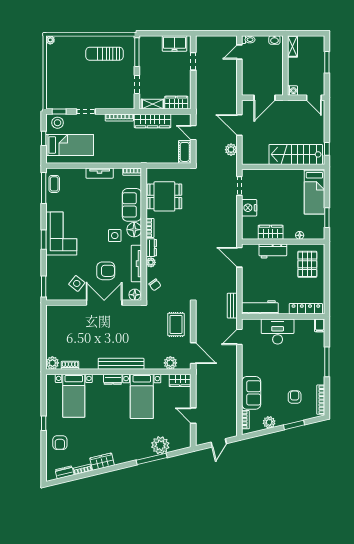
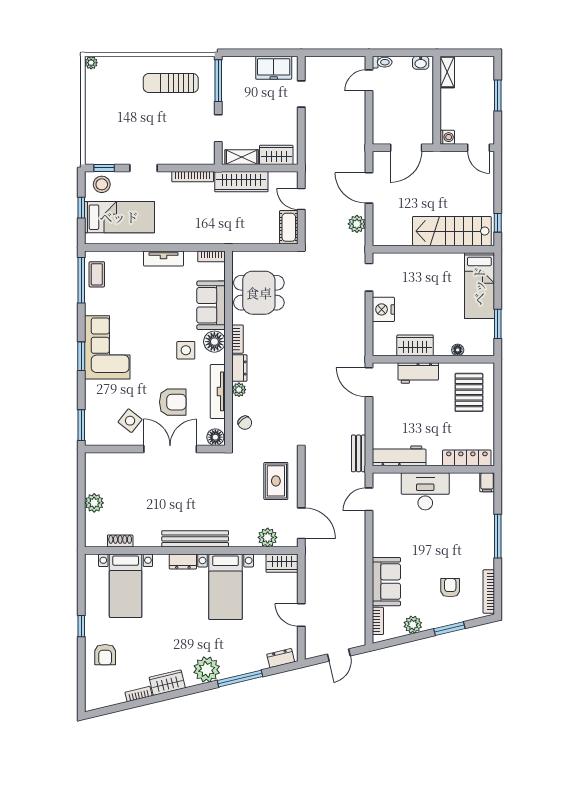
plant: (52, 363) -> (94, 503), moved
plant: (160, 445) -> (207, 669), moved
dresser: (65, 472) -> (281, 658), moved

